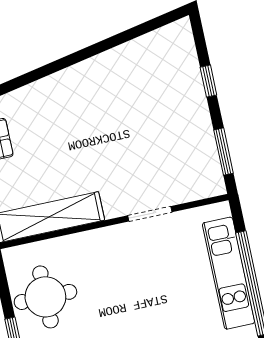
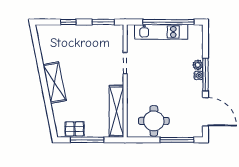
shelving: (80, 79) -> (55, 83), added

